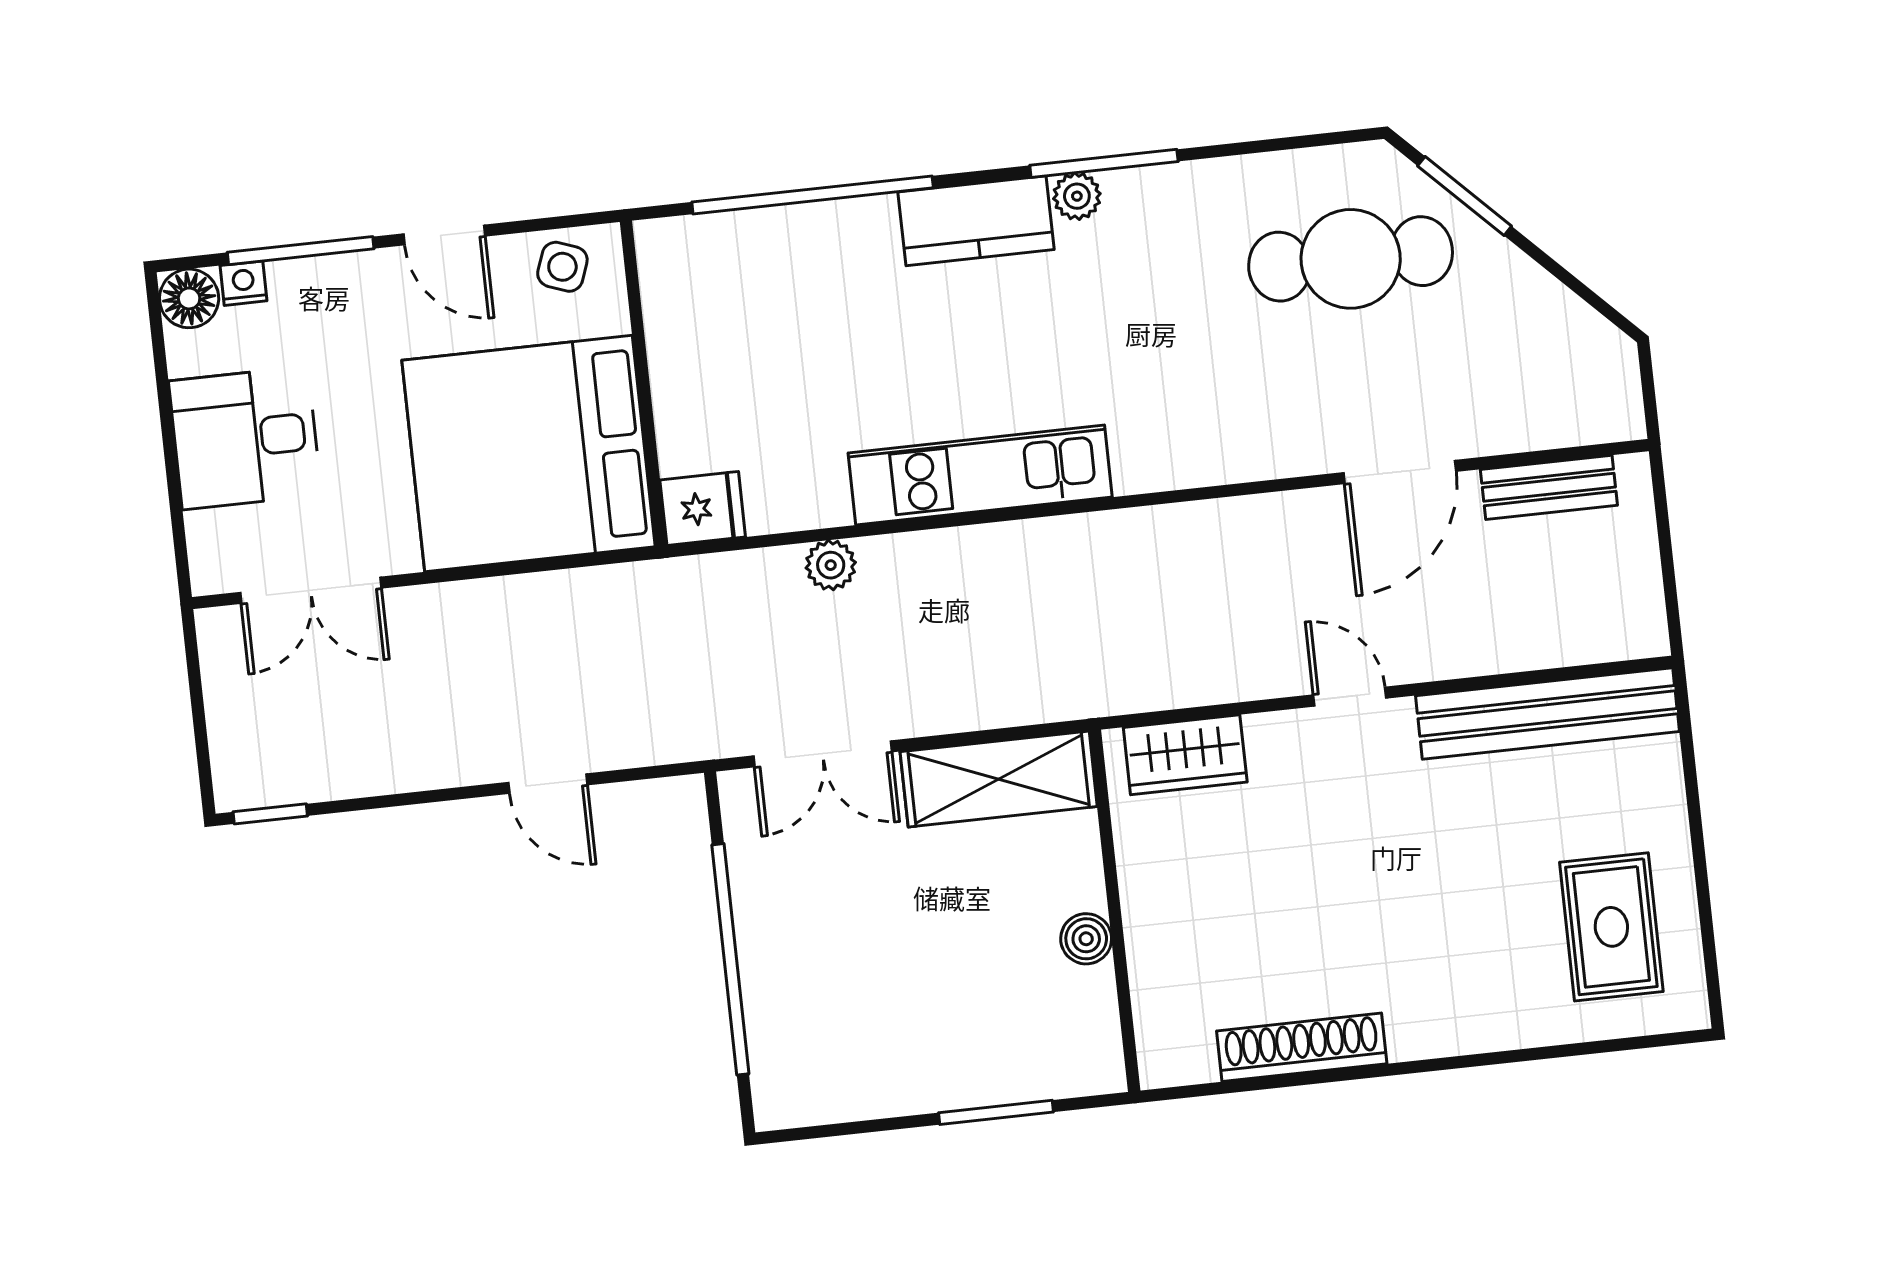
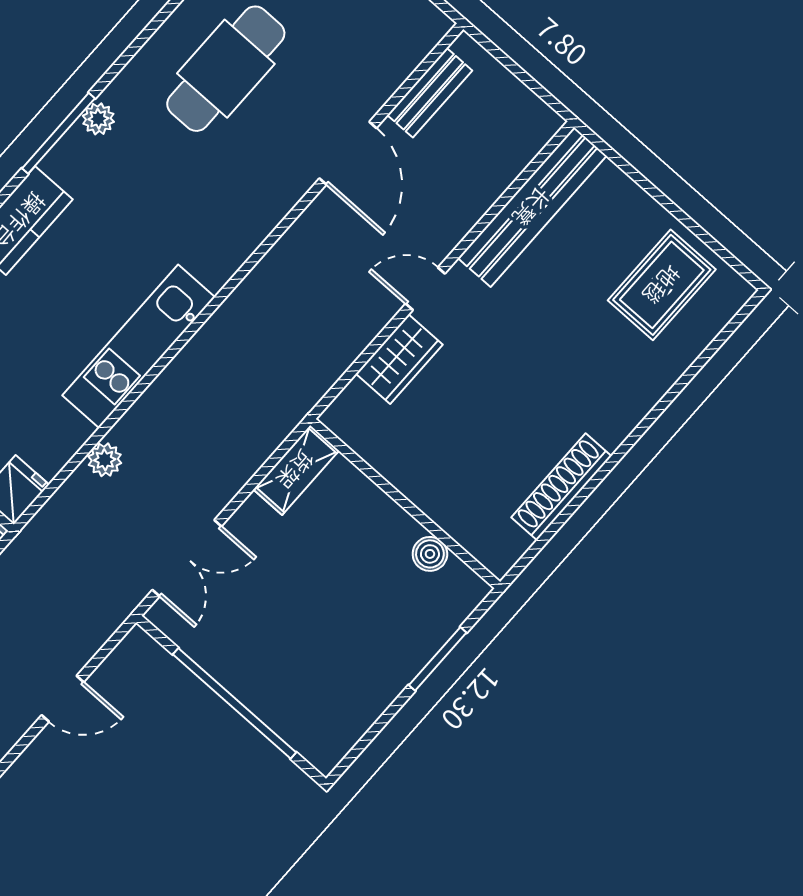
plant: (1077, 196) -> (98, 119), moved
wardrobe: (1185, 755) -> (399, 359), moved
shelving: (999, 779) -> (296, 470), width x0.67, depth x0.75
rug: (1611, 927) -> (662, 285), turned 90
boiler: (1086, 939) -> (430, 554), moved

